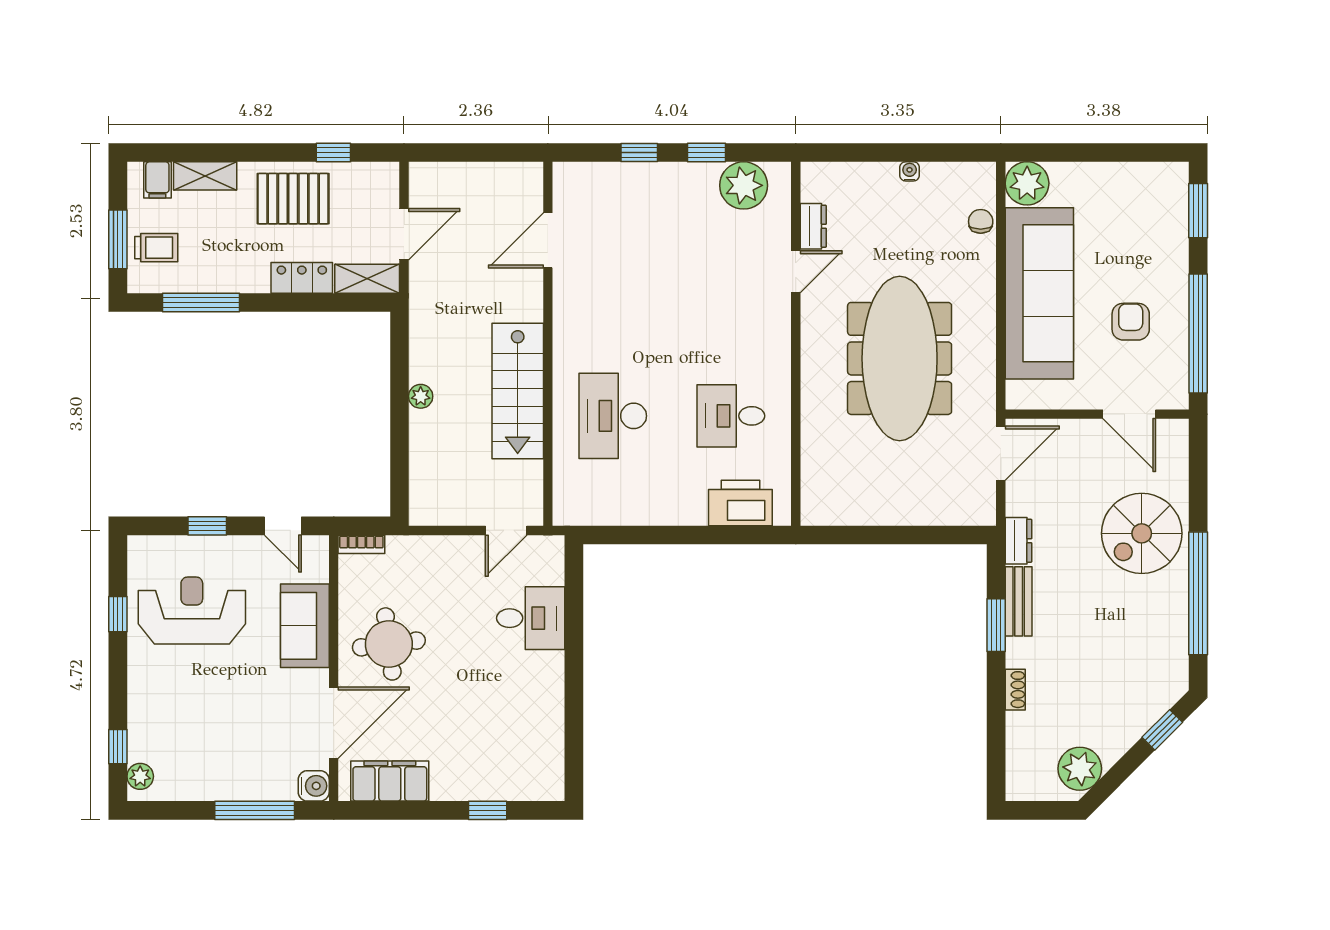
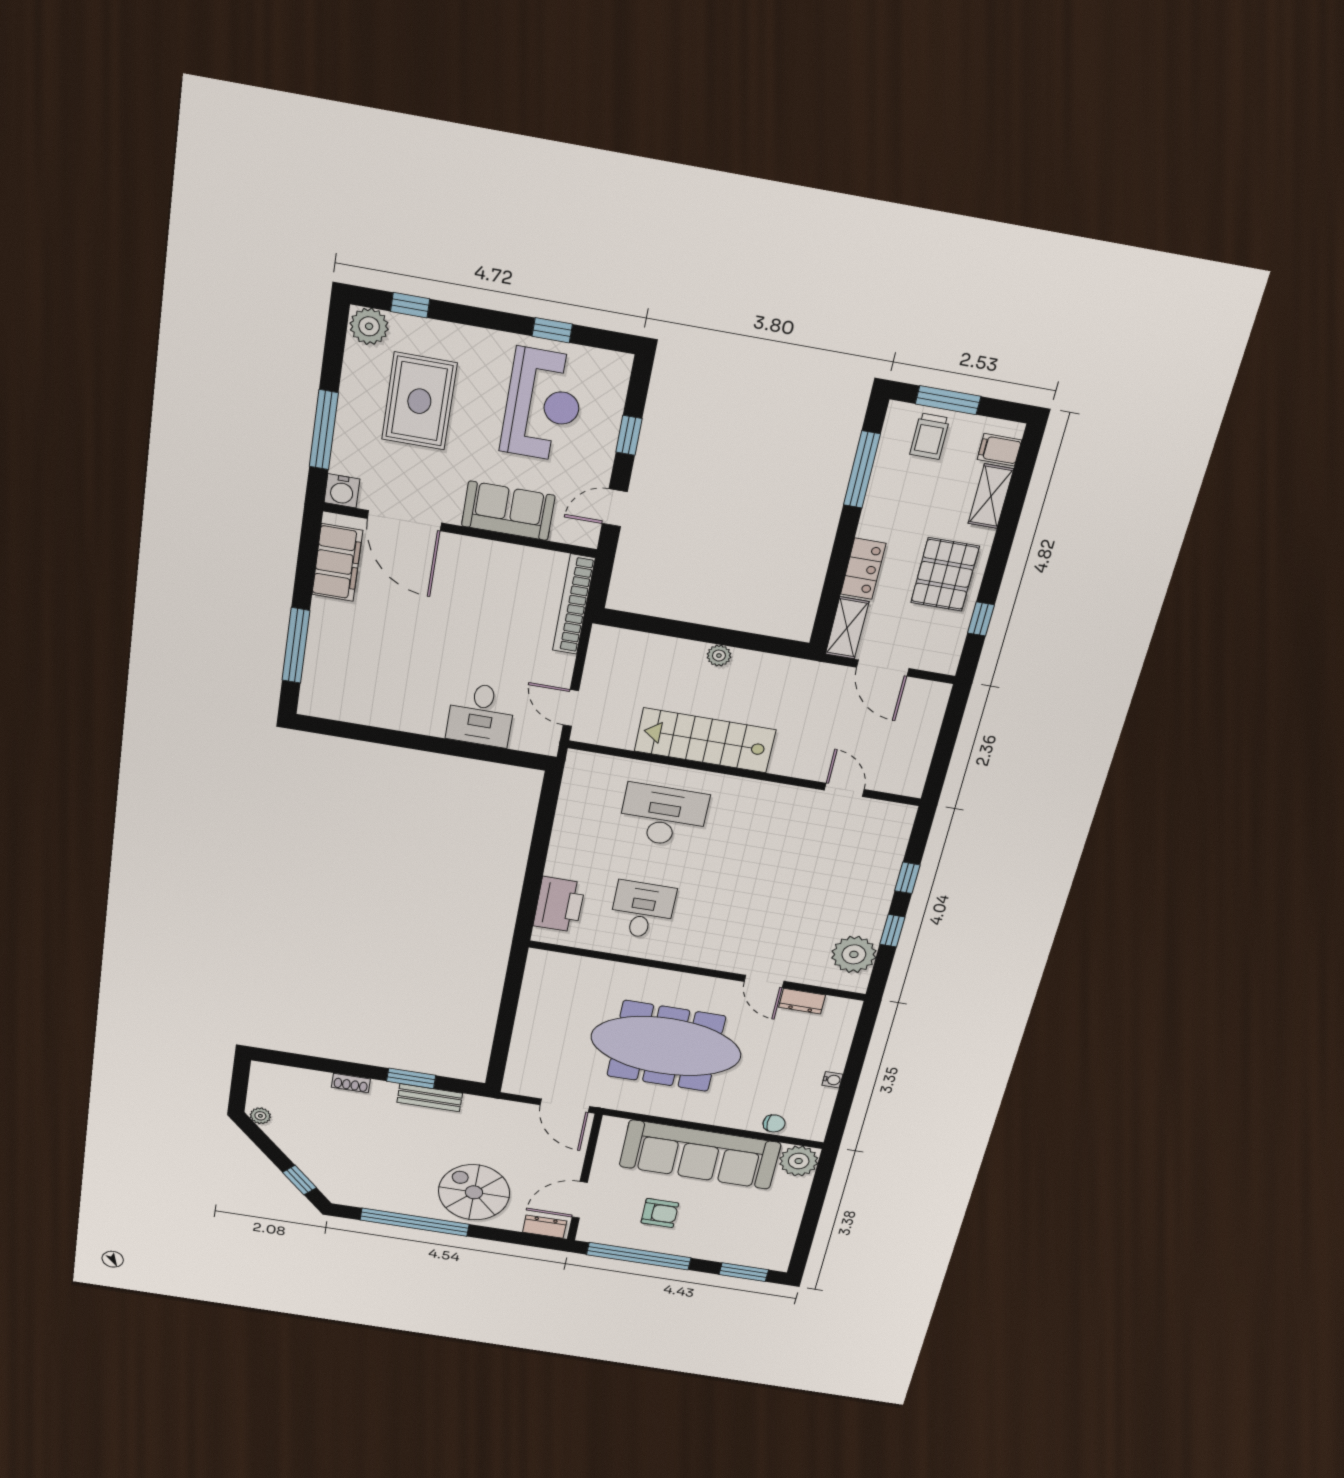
door: (548, 240) -> (844, 790), width x0.73
dresser: (1018, 541) -> (545, 1227), moved, turned 180
bookcase: (361, 544) -> (574, 604), width x2.31, depth x1.31
round table: (389, 644) -> (477, 585), removed
rug: (210, 725) -> (419, 401), added
plant: (1080, 769) -> (260, 1116), width x0.53, depth x0.53
plant: (140, 776) -> (369, 326), width x1.38, depth x1.38
window: (488, 810) -> (296, 645), width x2.17

